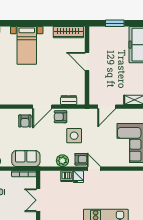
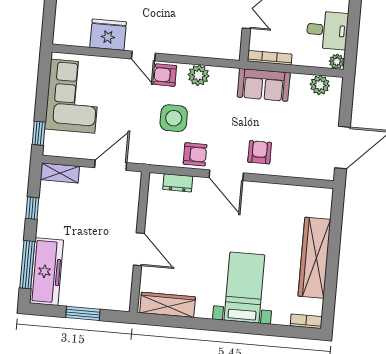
door: (42, 107) -> (226, 175), swing flipped
dishwasher: (67, 176) -> (193, 47), removed
fridge: (78, 177) -> (108, 35), moved, width x1.88, depth x1.34

